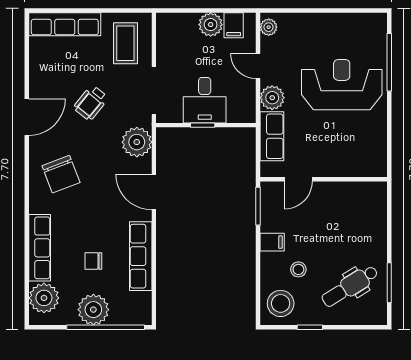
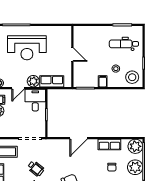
reception desk: (342, 85) -> (27, 48), turned -90
desk: (205, 100) -> (35, 100), moved, turned -90
plant: (137, 142) -> (135, 146), moved
door: (298, 179) -> (72, 55), moved
row of seats: (141, 256) -> (109, 144), width x0.68
dental chair: (350, 286) -> (124, 44), turned 122

